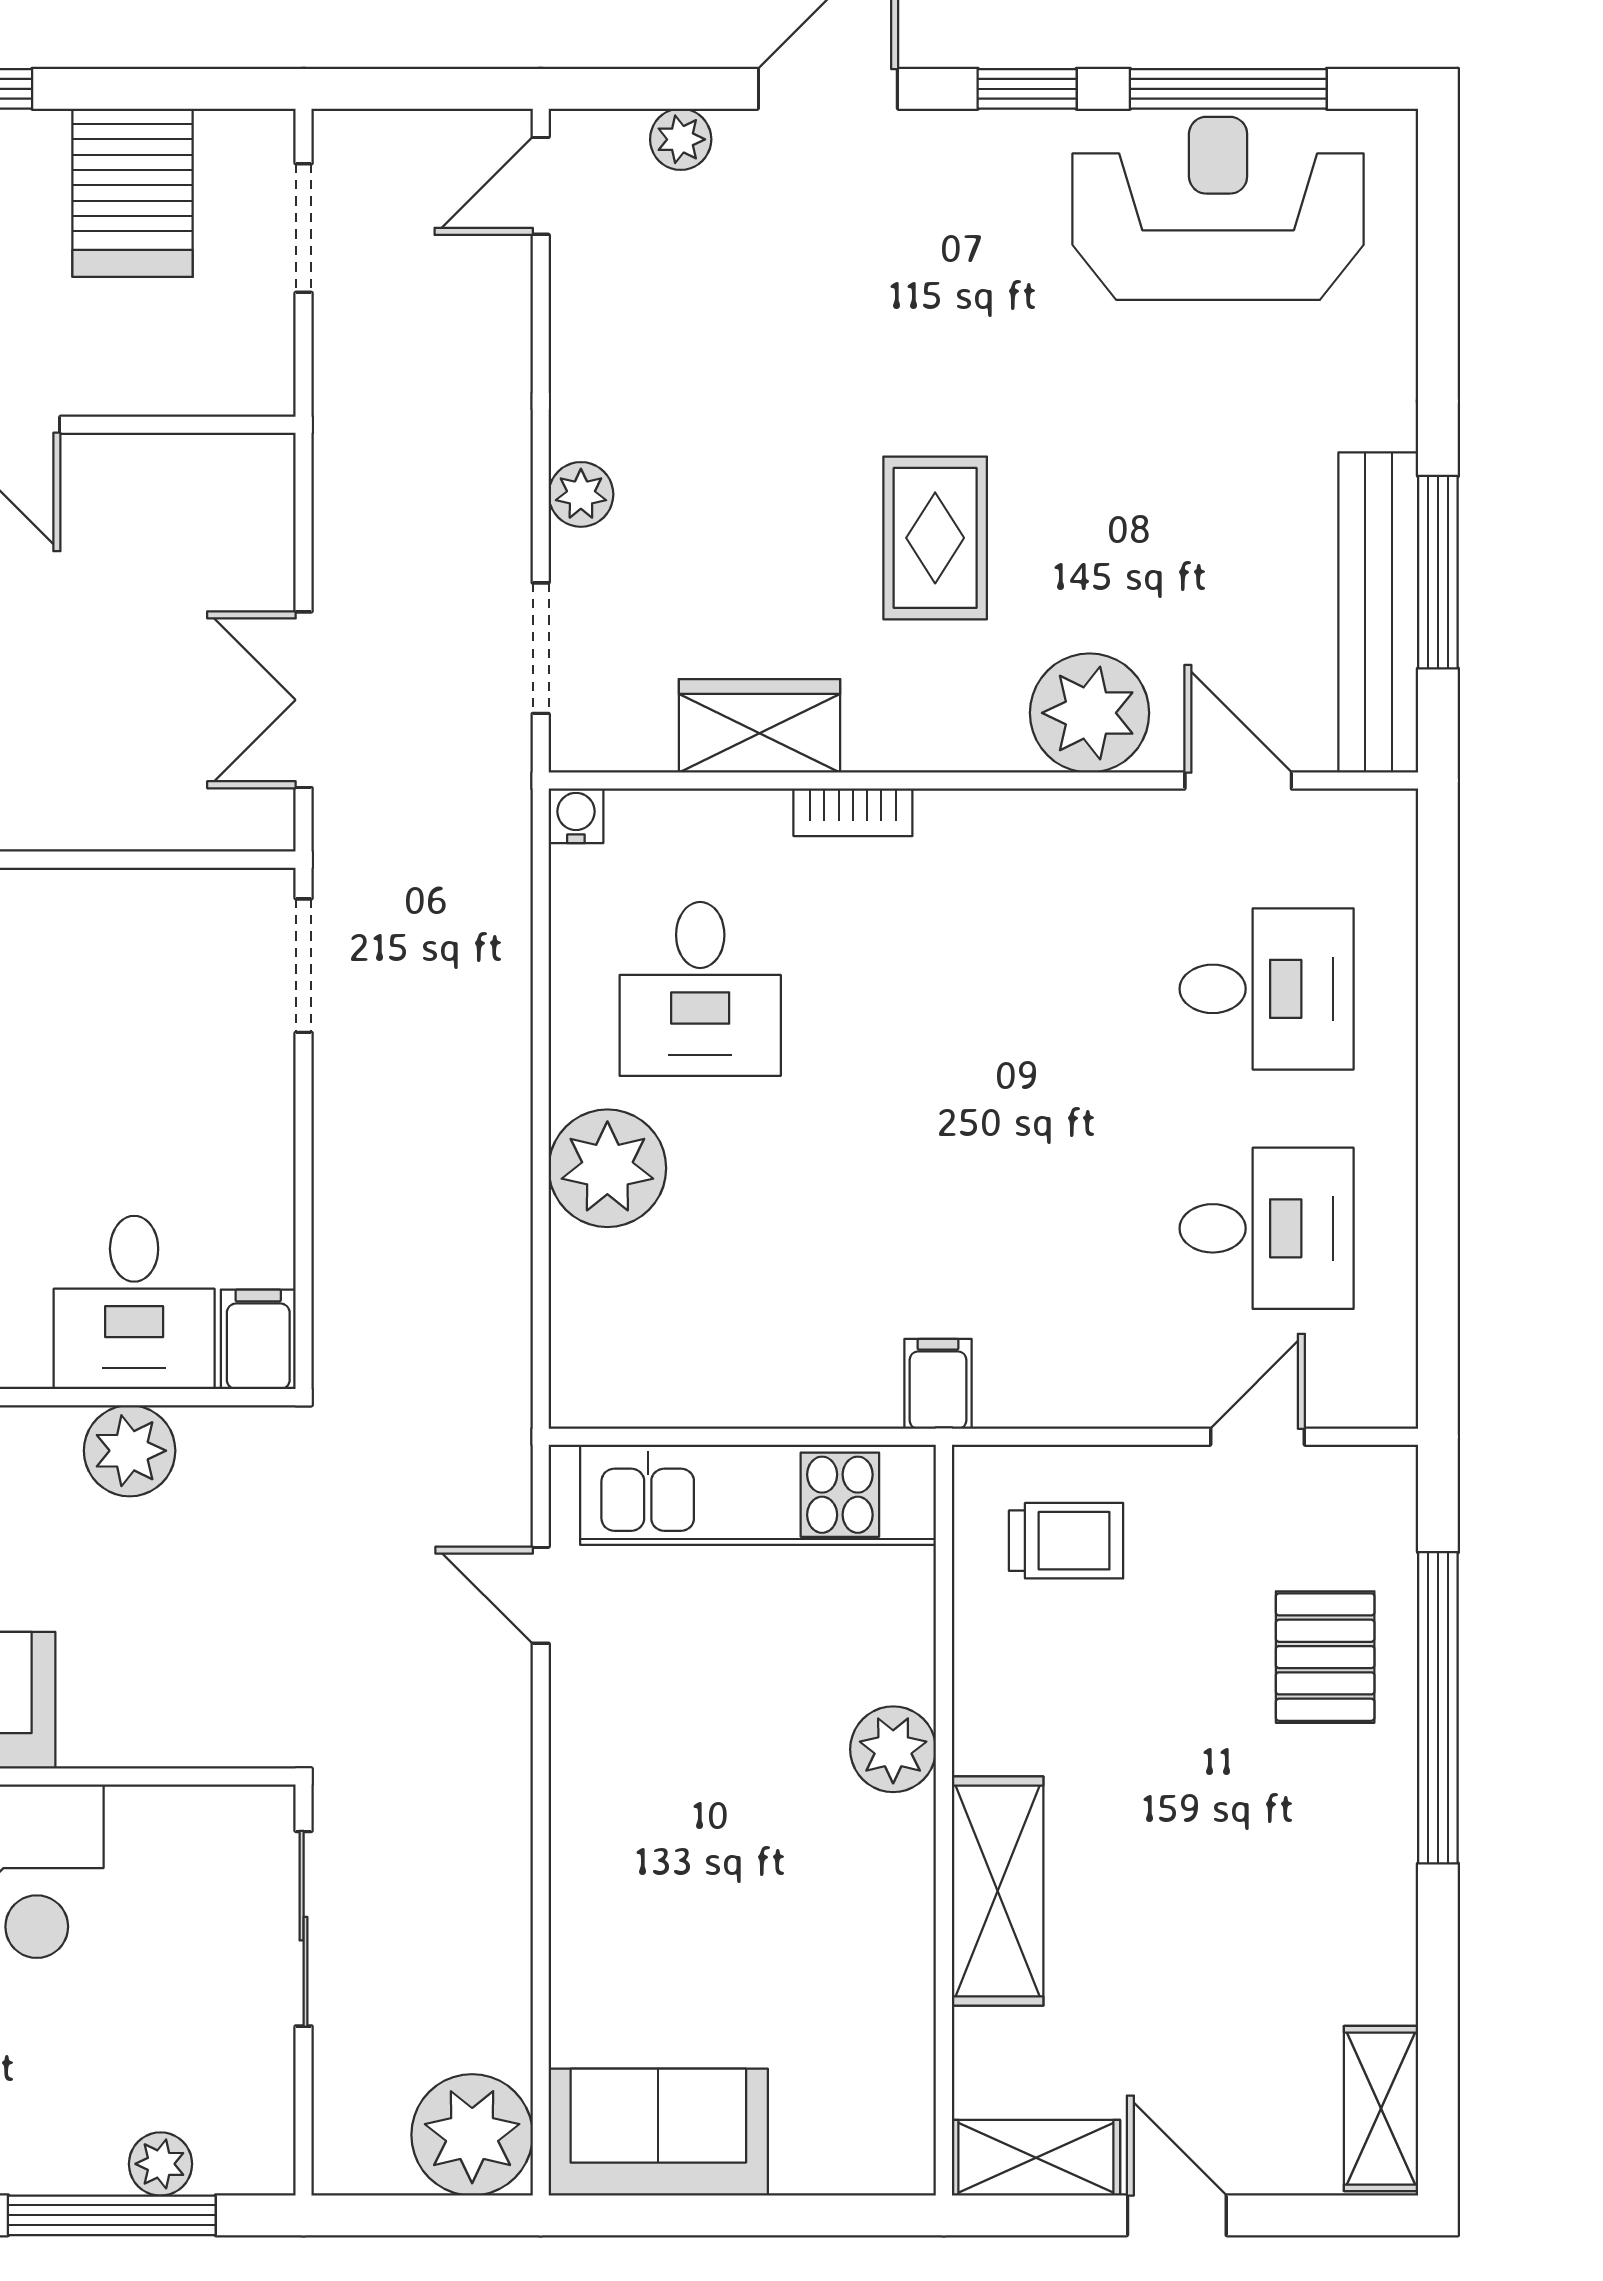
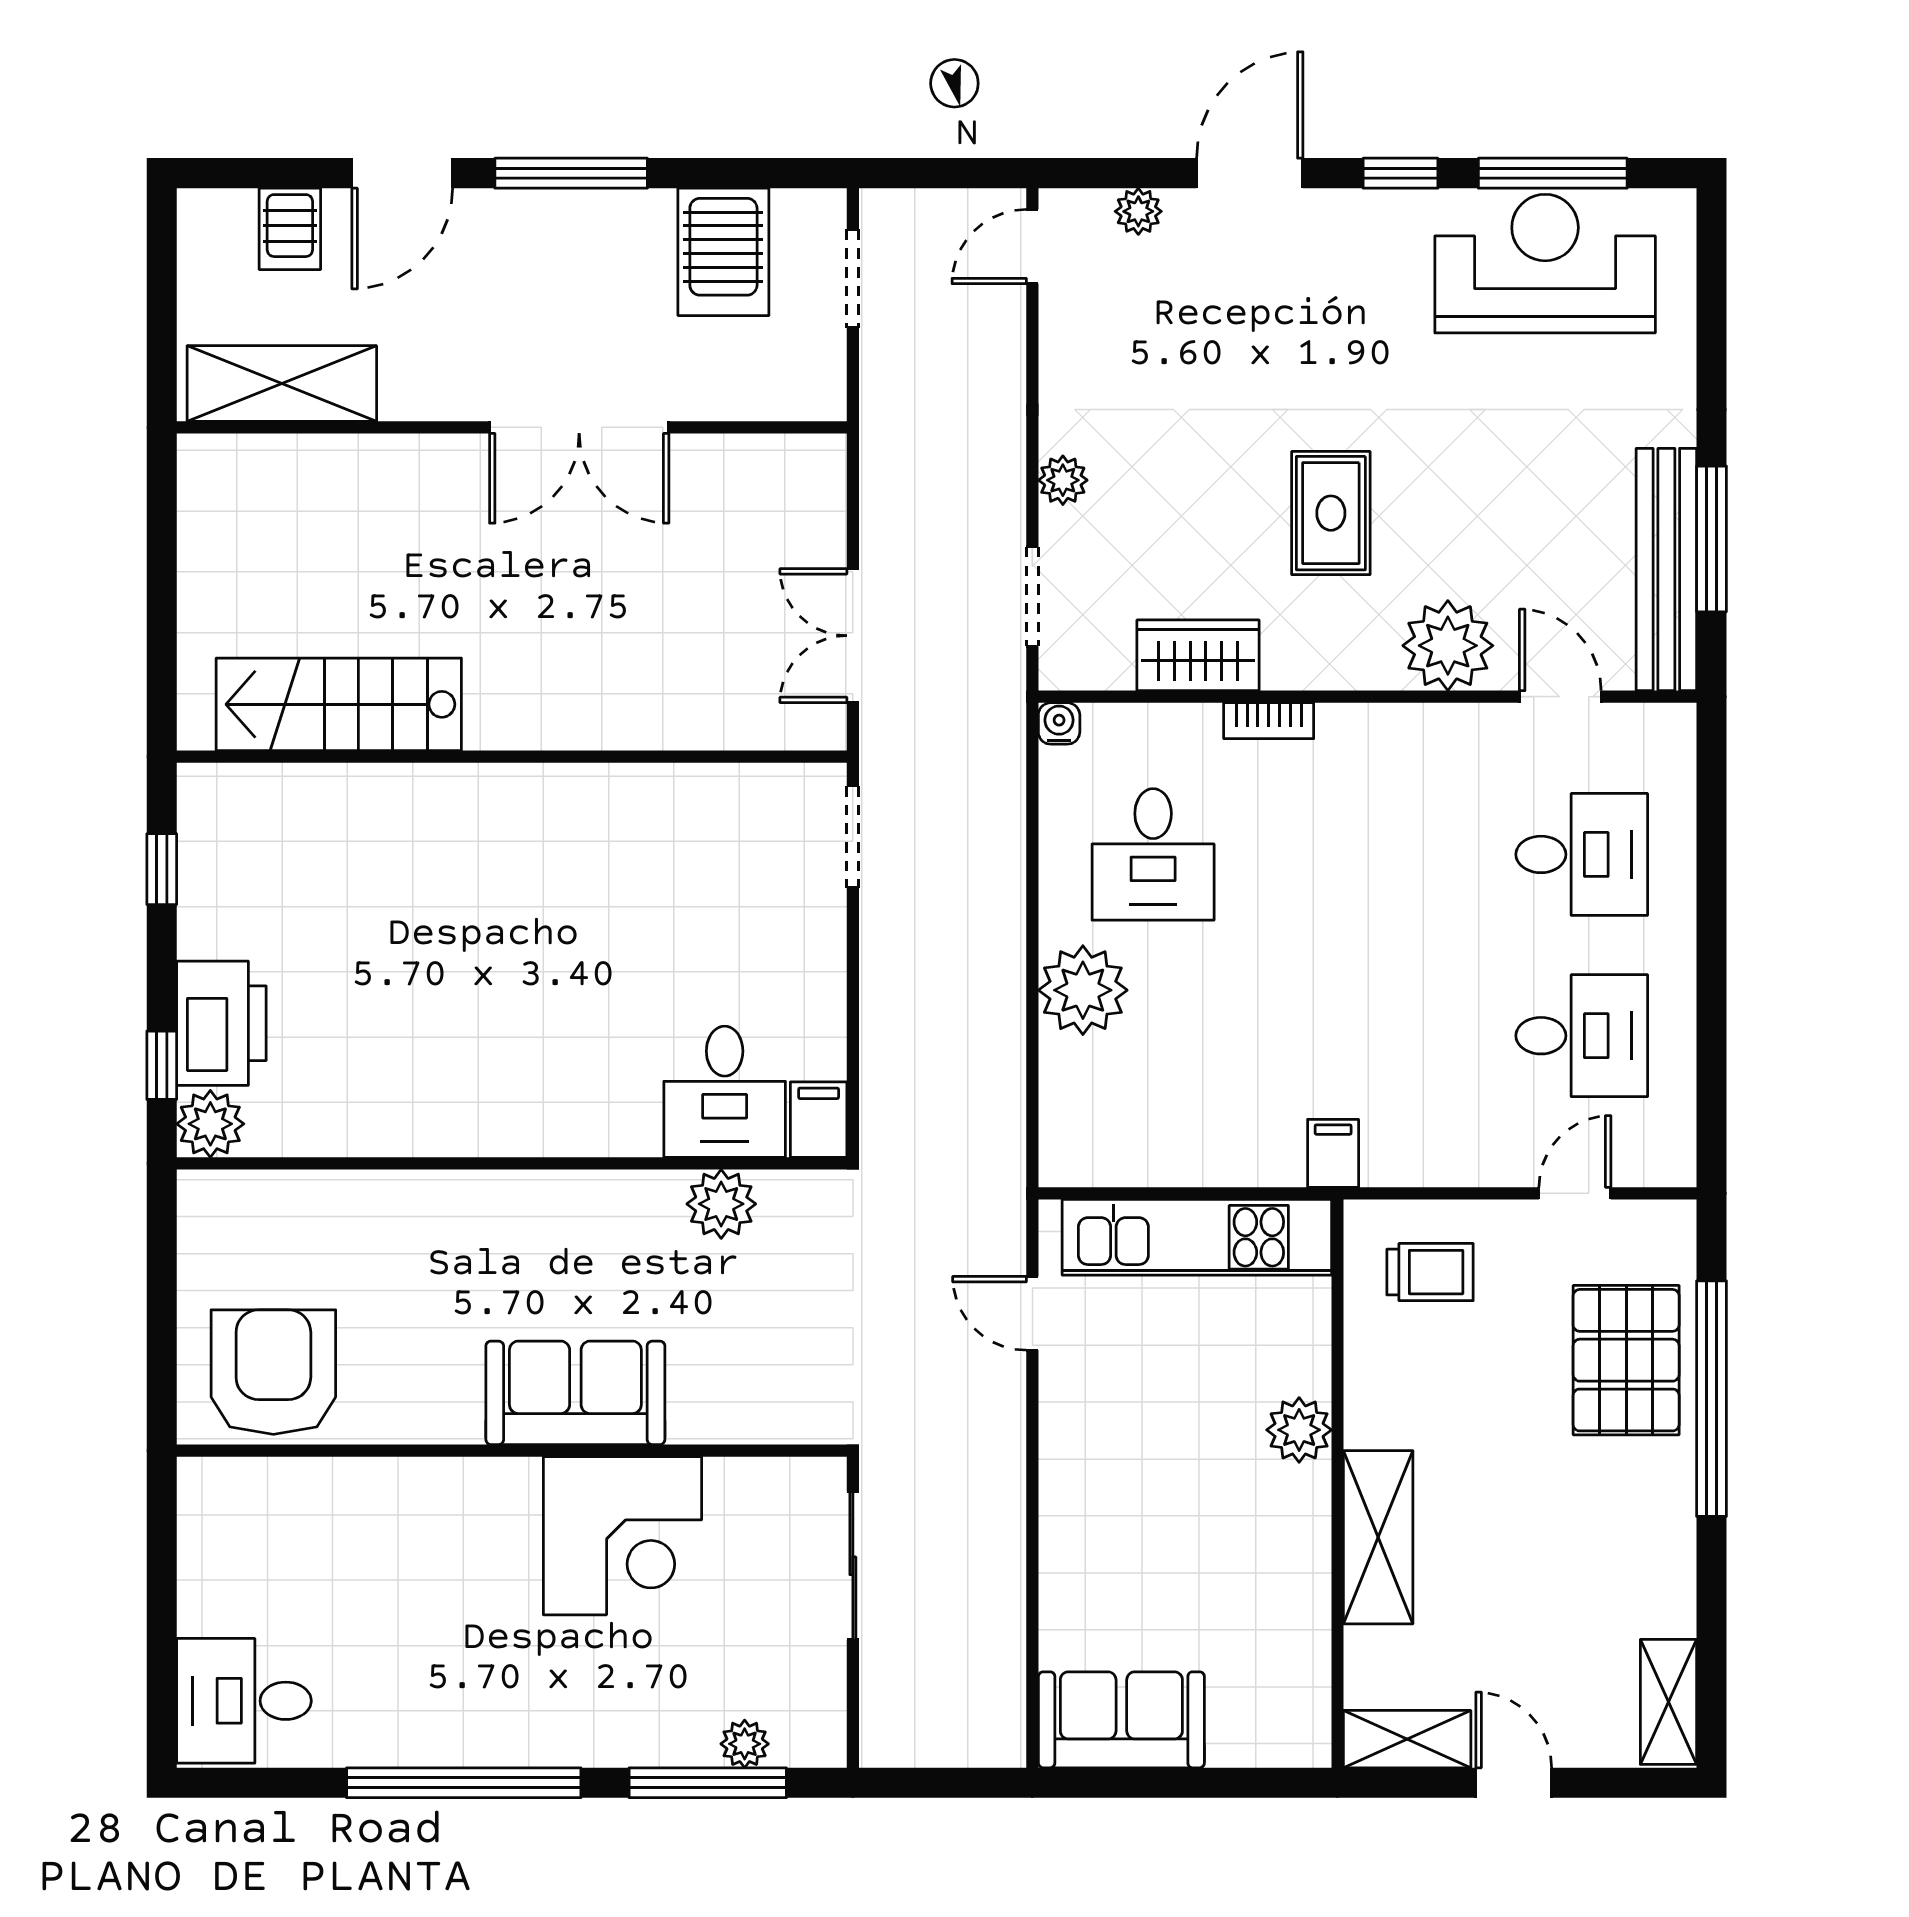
pallet: (1325, 1657) -> (1626, 1360), width x1.50, depth x1.42
plant: (472, 2135) -> (980, 1722), removed

